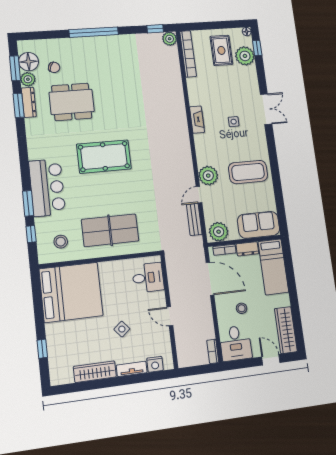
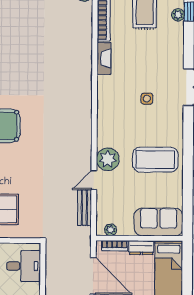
plant: (245, 56) -> (178, 15), width x0.53, depth x0.53
fireplace: (197, 120) -> (104, 58), moved
plant: (219, 232) -> (111, 230), width x0.53, depth x0.53

